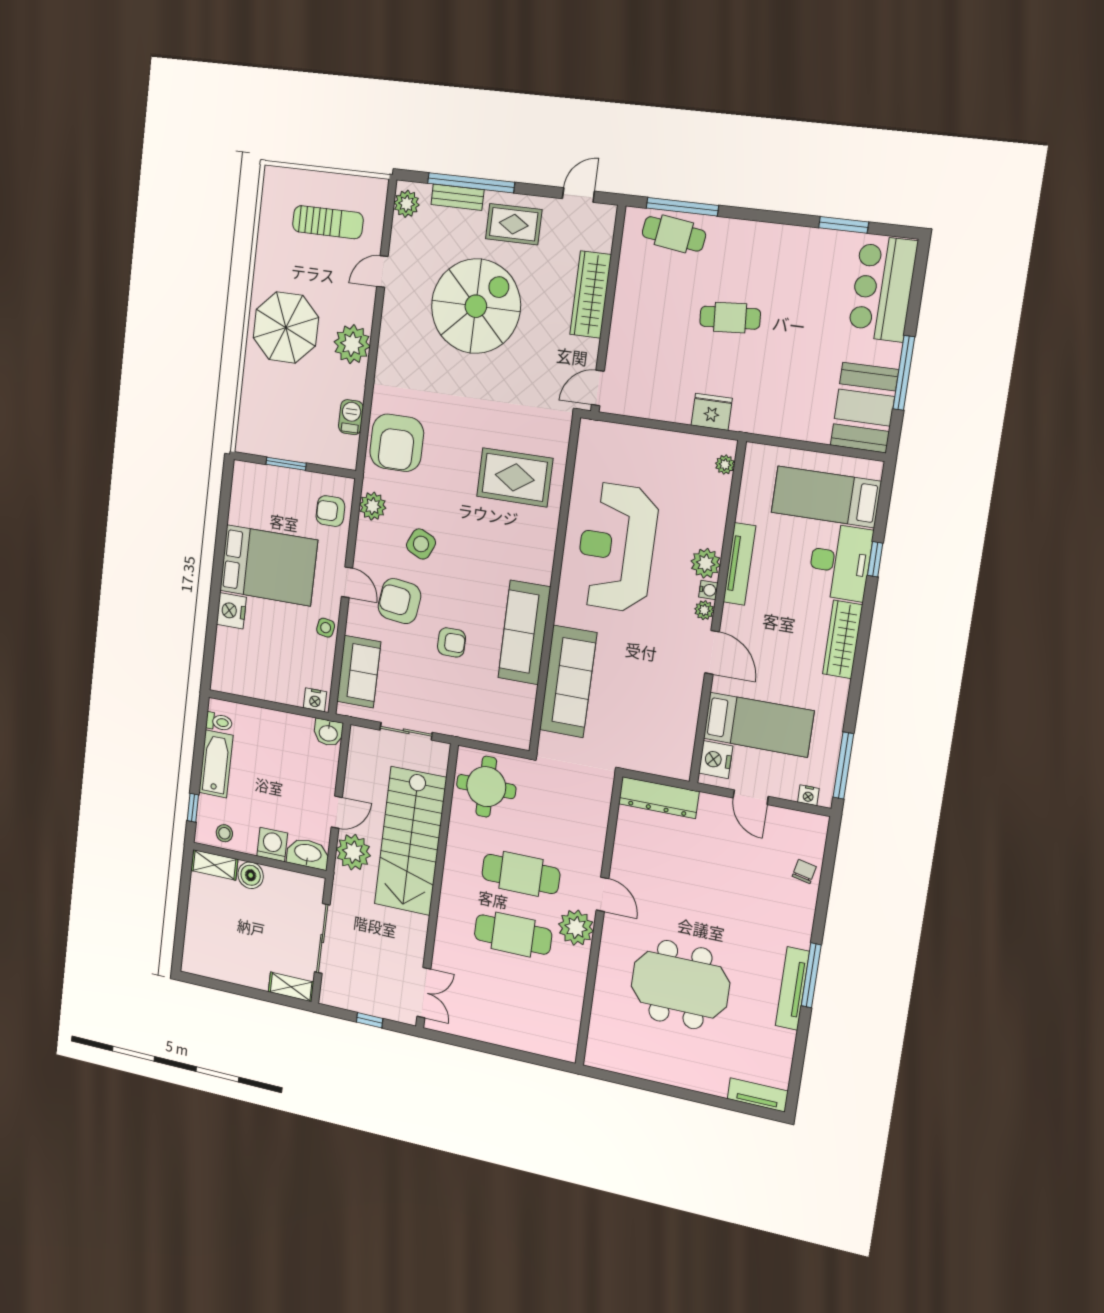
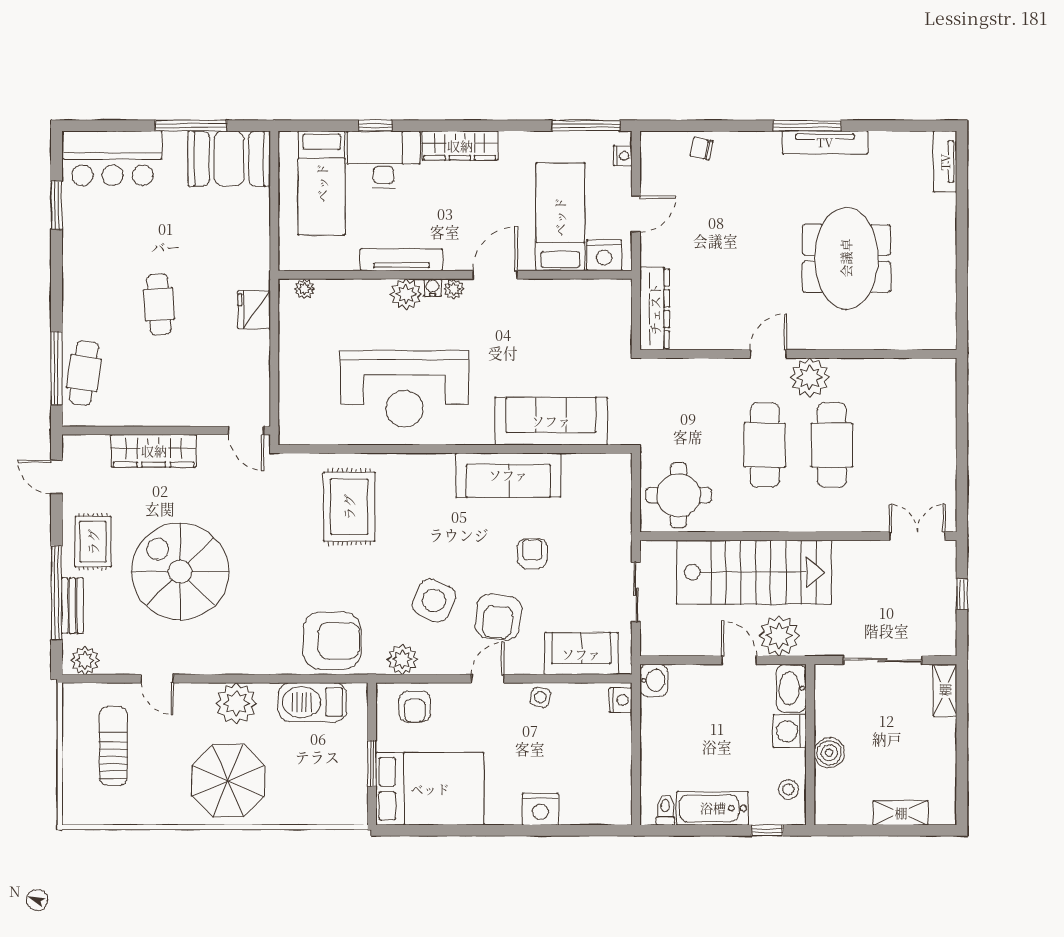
barbecue: (351, 417) -> (312, 702), width x1.88, depth x1.53
side table: (421, 544) -> (434, 600), width x1.37, depth x1.37
bed: (268, 565) -> (430, 789), moved, turned 90
shelving: (214, 865) -> (901, 813), moved, turned 90

